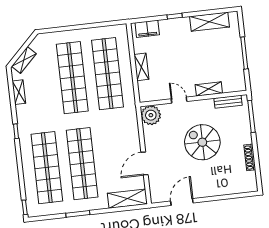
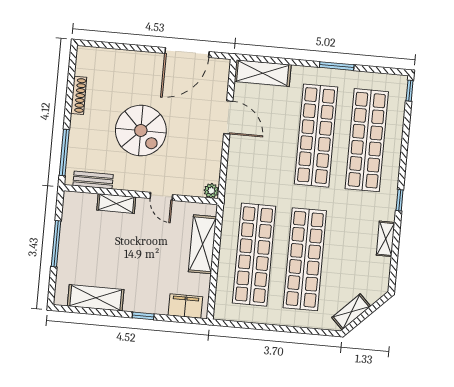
shelving: (24, 60) -> (351, 312), moved
shelving: (141, 67) -> (202, 244), width x1.50, depth x1.33
shelving: (19, 92) -> (386, 239), moved
plant: (151, 115) -> (211, 191), width x0.53, depth x0.53
door: (145, 164) -> (228, 117), hinge flipped
door: (182, 202) -> (187, 52), width x1.36

